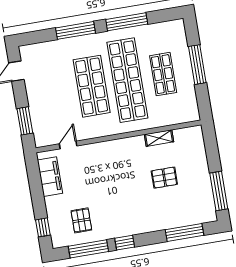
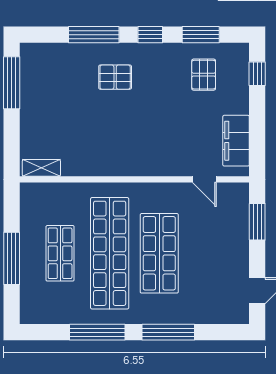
shelving: (159, 138) -> (41, 168), moved
door: (68, 145) -> (204, 179), hinge flipped
pallet: (164, 178) -> (115, 77), moved
window: (185, 233) -> (94, 35), moved
window: (88, 249) -> (201, 35), width x0.69

